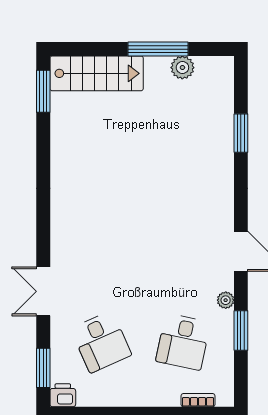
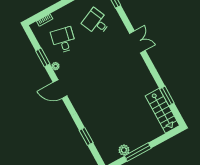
stairs: (97, 73) -> (162, 111), moved, turned -90
window: (43, 91) -> (167, 96), moved
double door: (43, 291) -> (137, 42), moved

